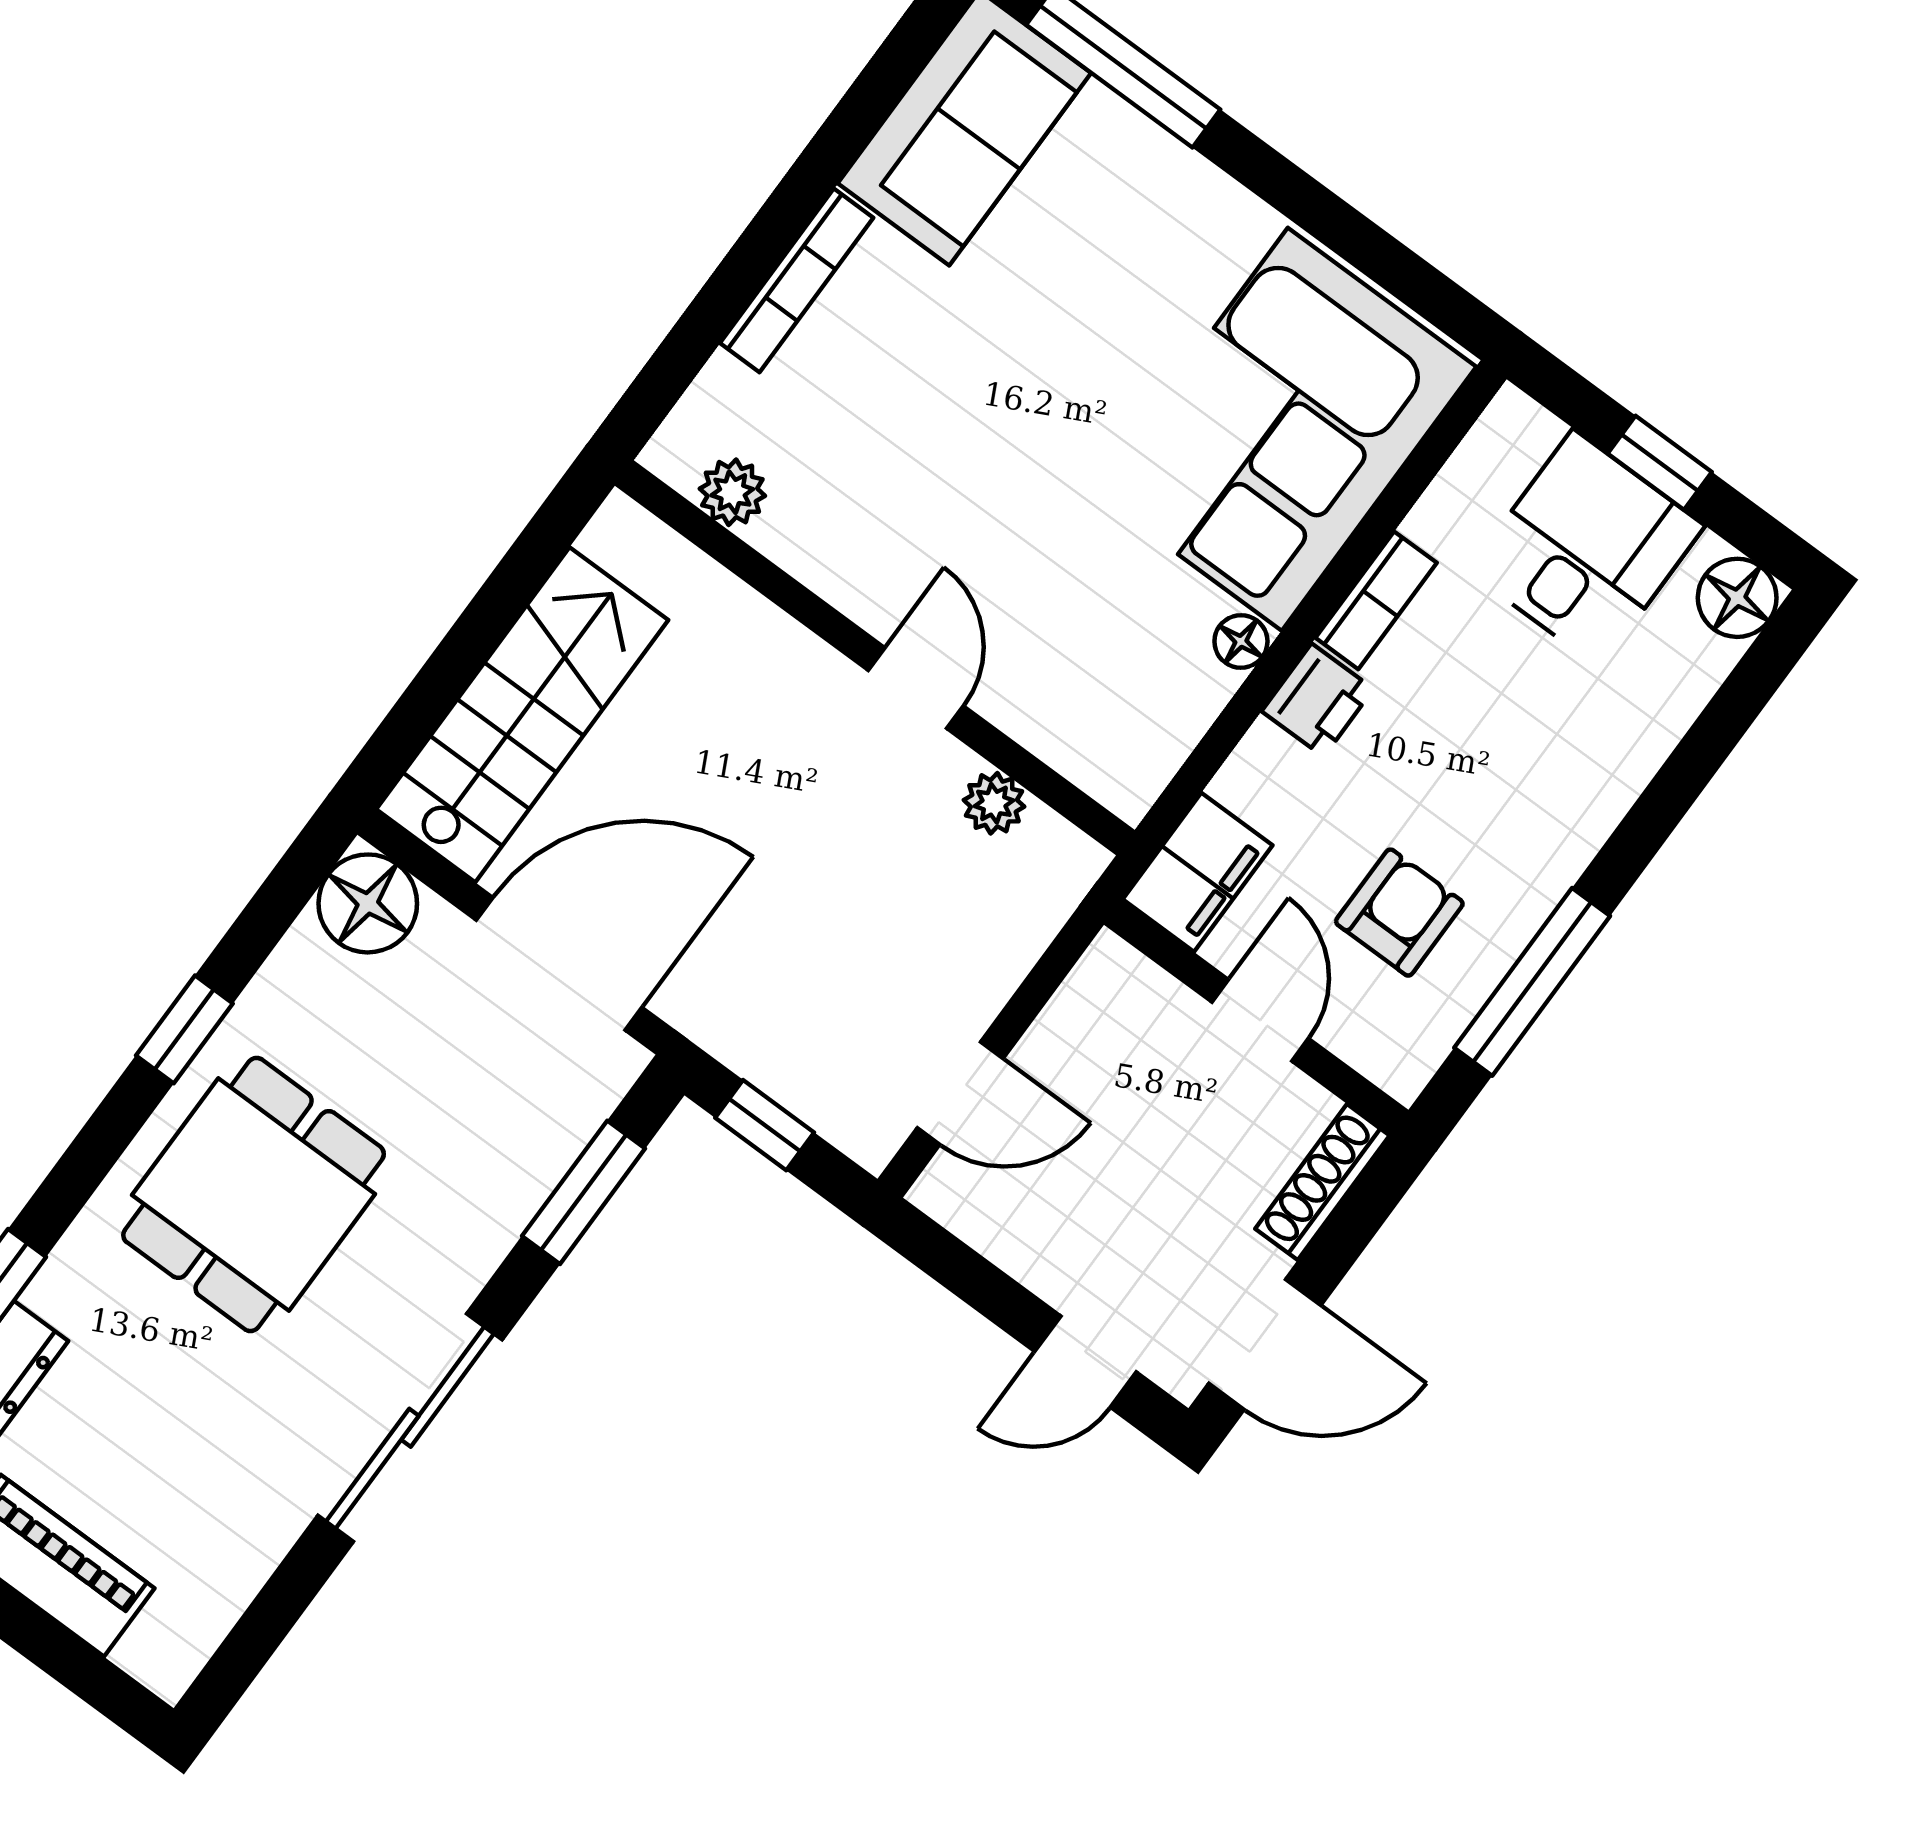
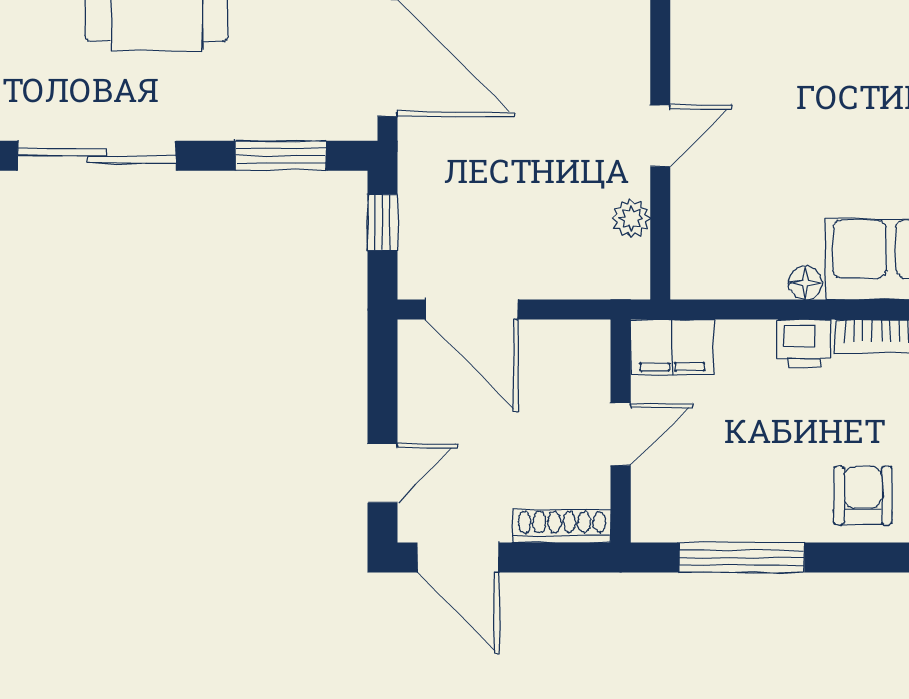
armchair: (1399, 913) -> (863, 495), moved, turned -90
door: (960, 1093) -> (472, 310), width x1.38
door: (1085, 1362) -> (382, 473), swing flipped

